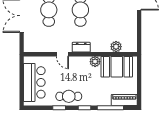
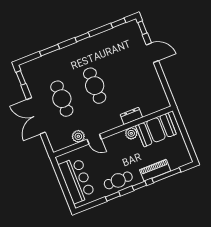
dresser: (81, 47) -> (131, 116), moved
plant: (116, 47) -> (78, 136), moved
piano: (124, 100) -> (155, 170), moved

